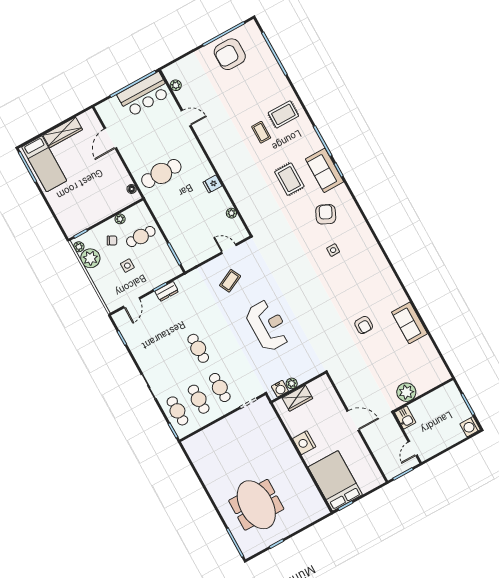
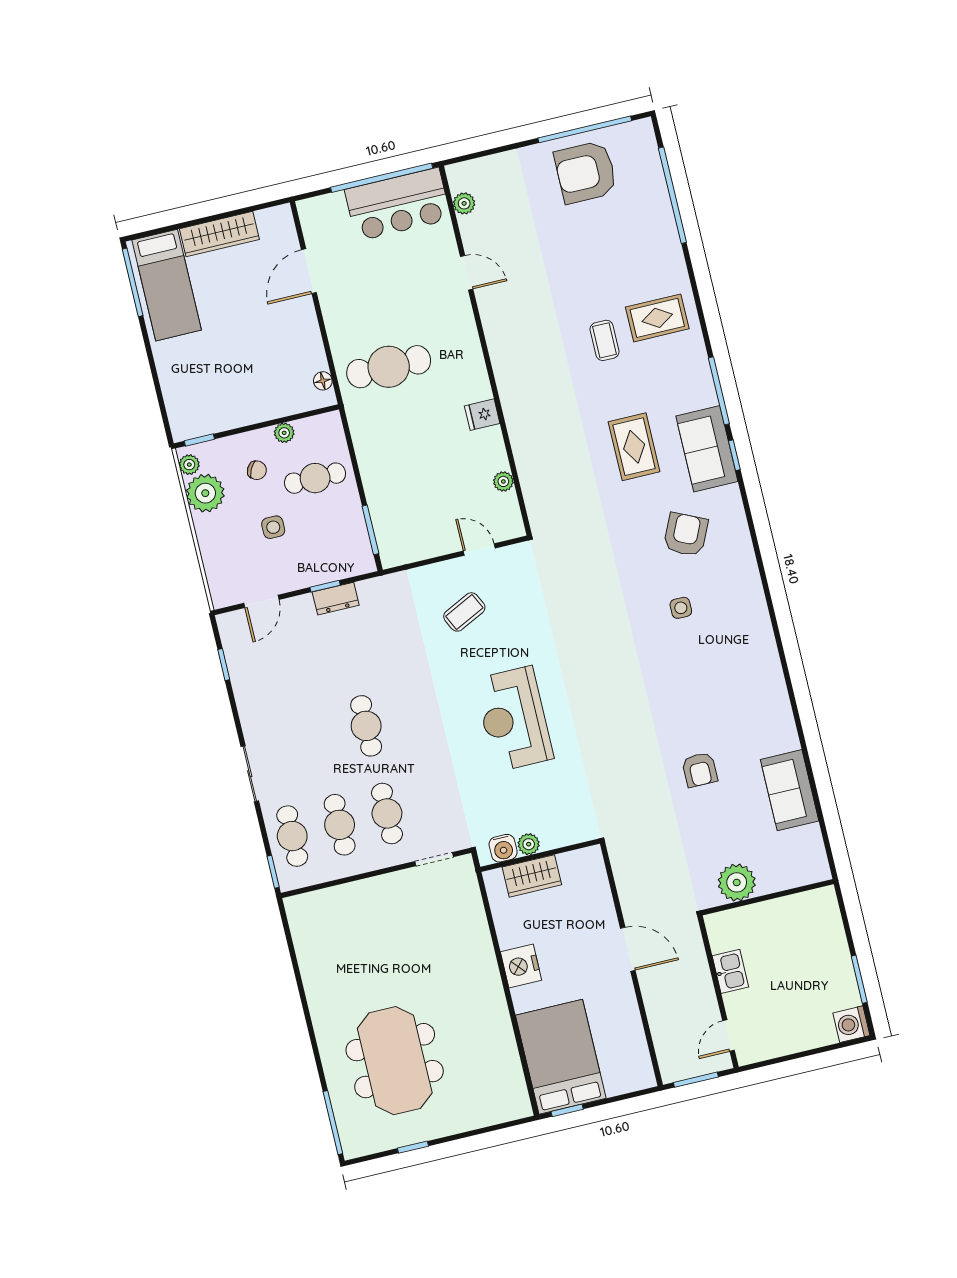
reception desk: (268, 325) -> (514, 719), turned 180
plant: (406, 392) -> (737, 882), moved
wall: (423, 395) -> (768, 897), moved

